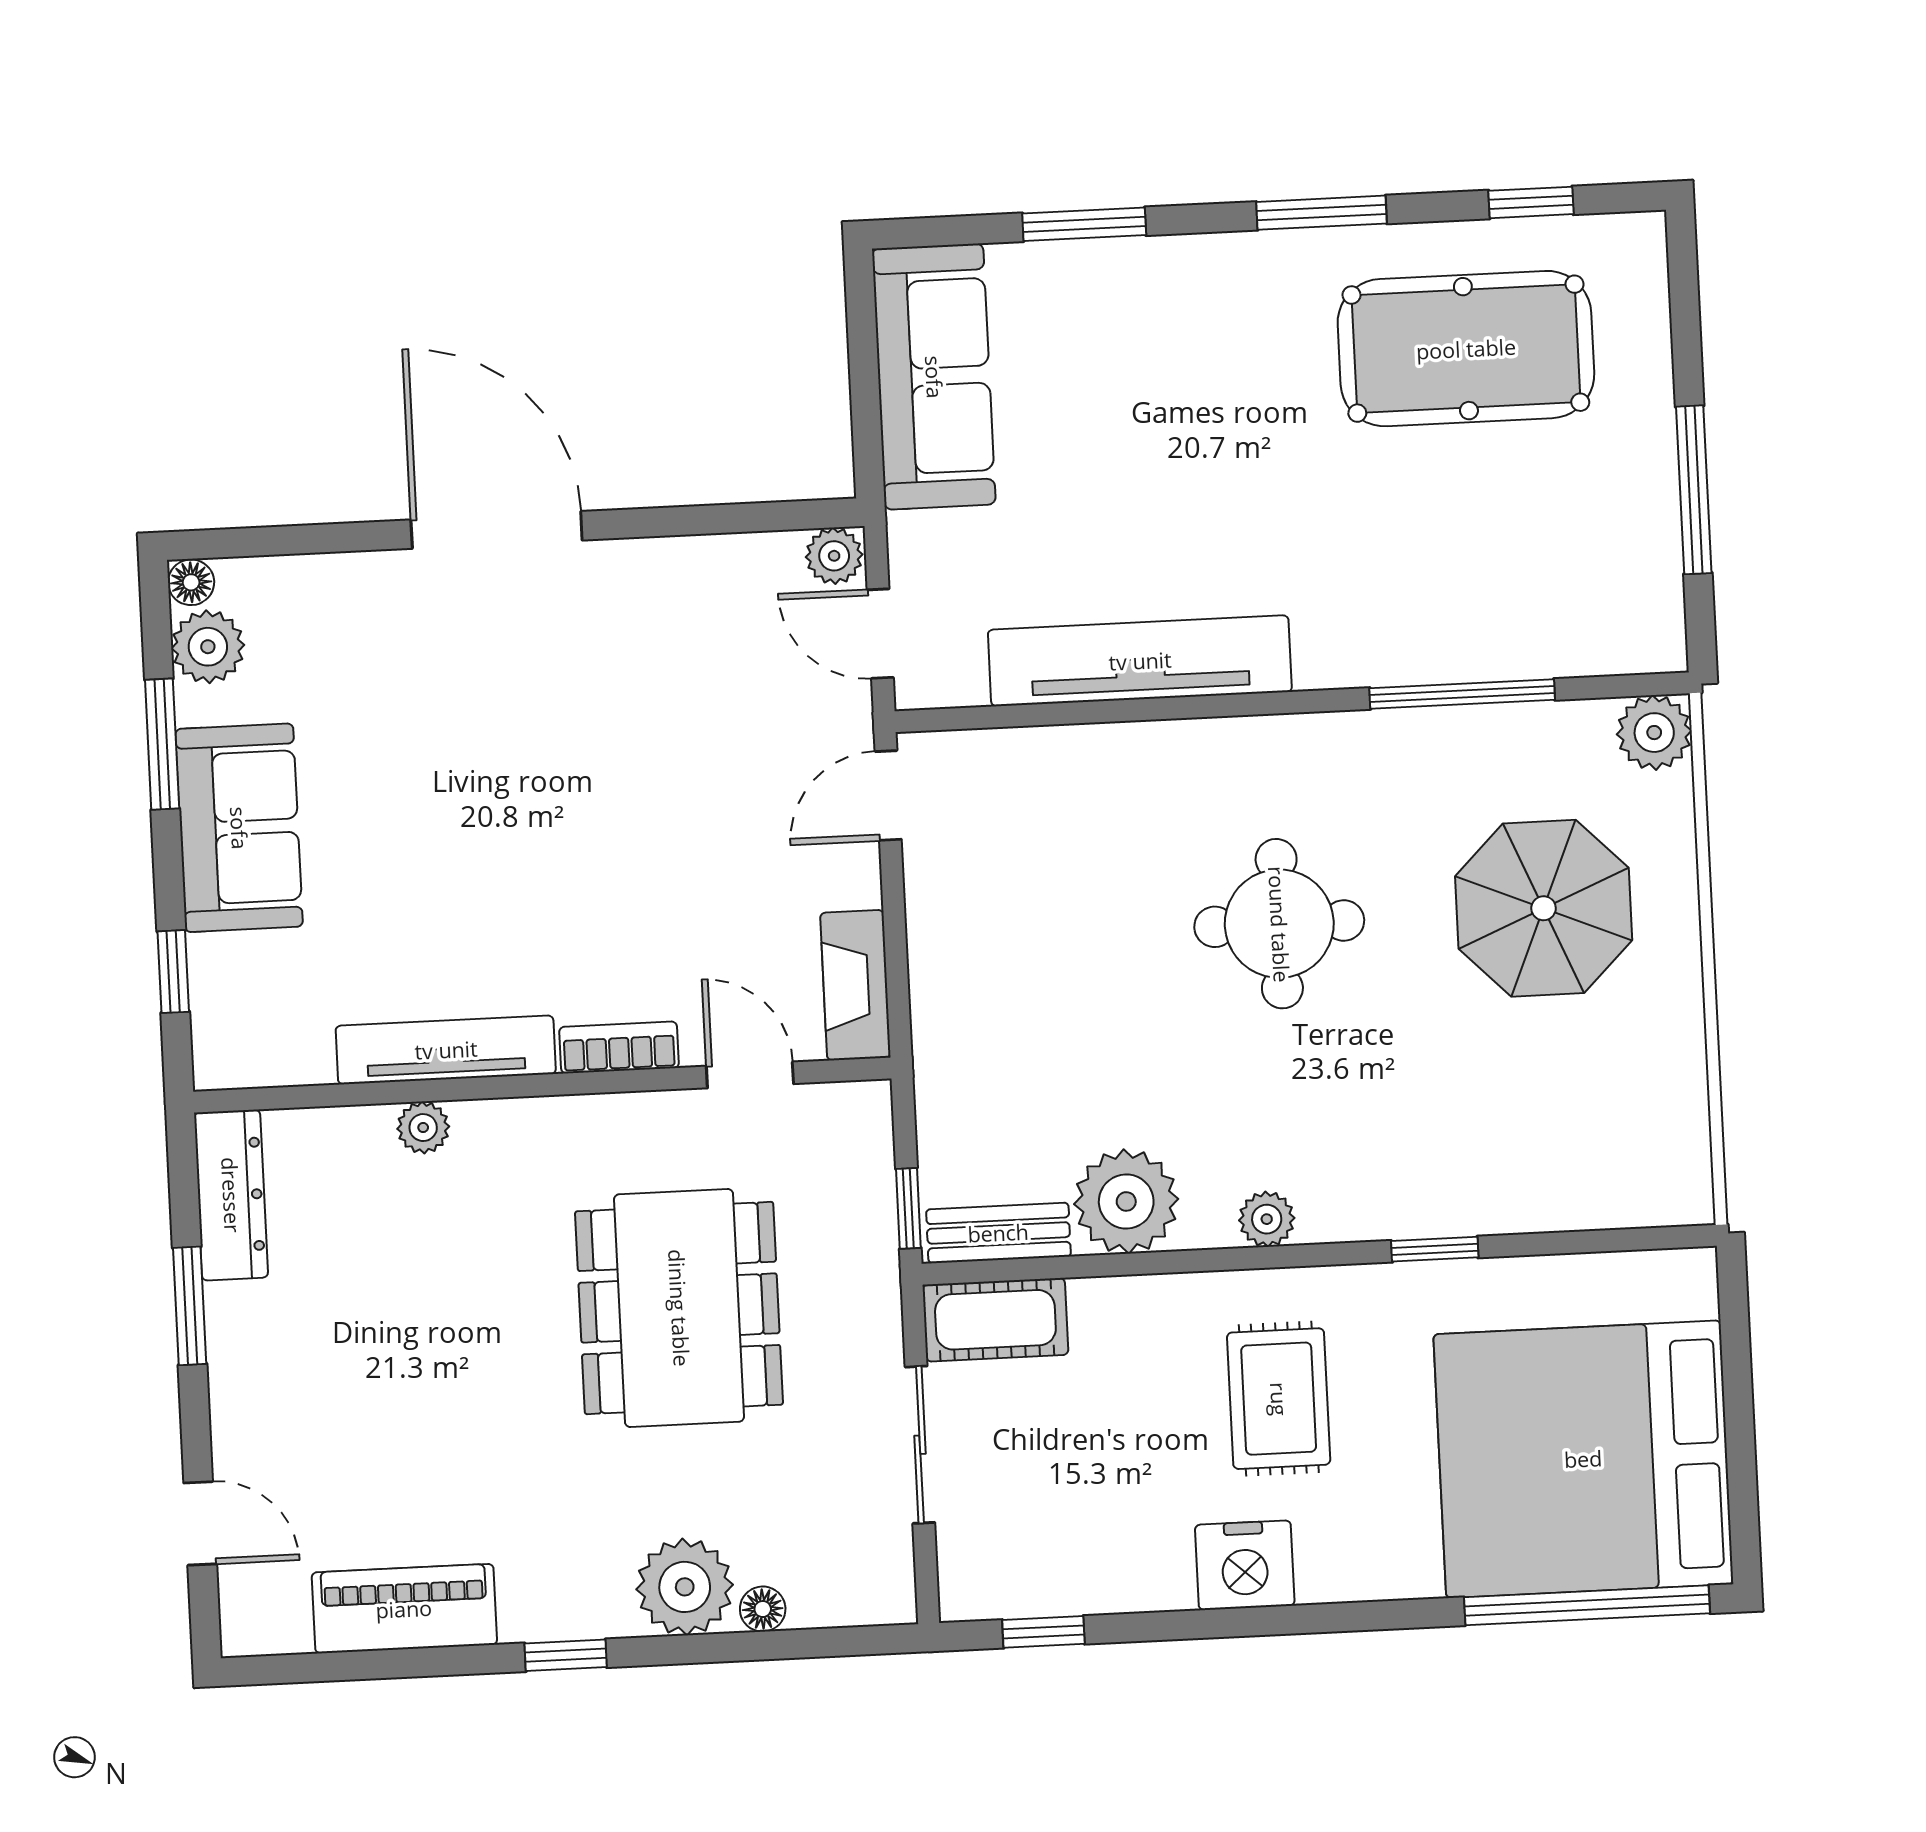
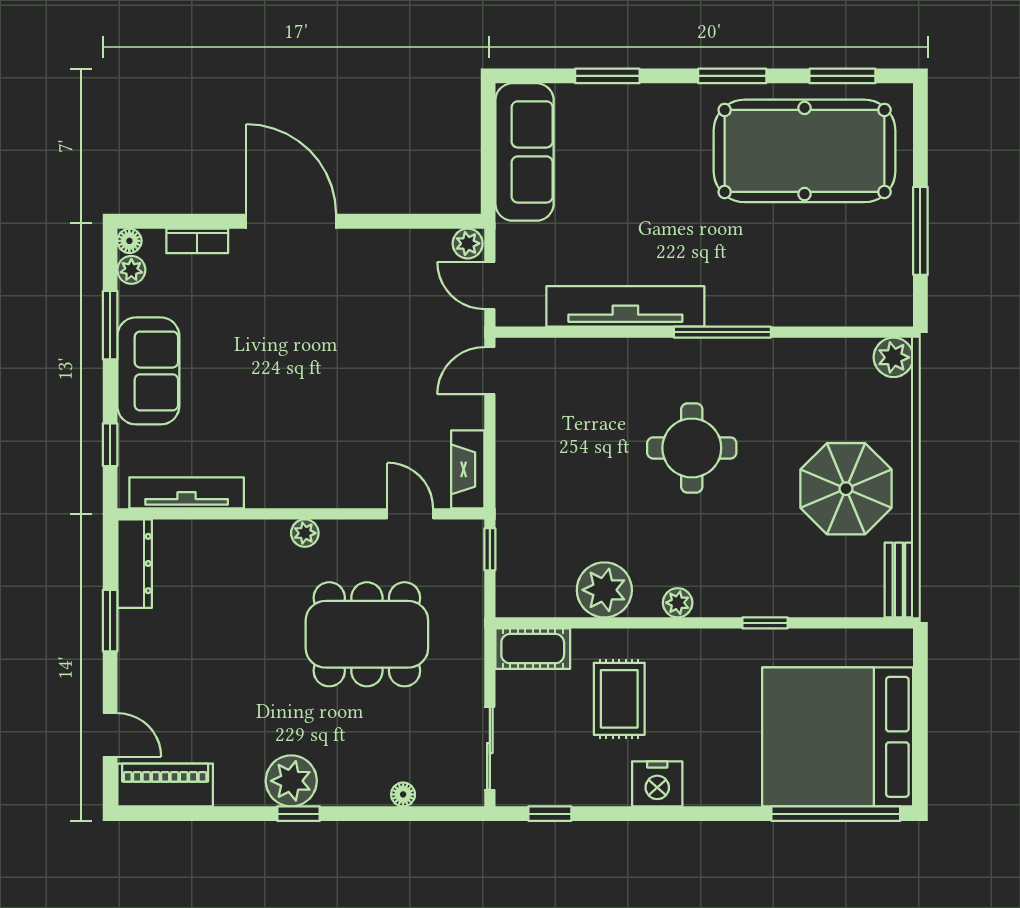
window: (1531, 202) -> (842, 76), width x1.50
pool table: (1466, 349) -> (805, 151), width x1.36, depth x1.32
plant: (208, 647) -> (131, 270), width x0.73, depth x0.73
window: (1462, 694) -> (722, 332), moved
parasol: (1544, 908) -> (846, 489), moved
bookcase: (619, 1047) -> (197, 241), moved, turned 180
tv unit: (446, 1050) -> (187, 493), moved
plant: (423, 1128) -> (305, 533), moved
window: (908, 1208) -> (490, 549), moved
bench: (998, 1233) -> (899, 580), moved, turned 90
dining table: (679, 1308) -> (367, 634), turned 90
rug: (1279, 1399) -> (619, 699), moved
sliding door: (920, 1445) -> (490, 748), moved
plant: (685, 1587) -> (291, 781), moved
piano: (404, 1609) -> (165, 785), moved

